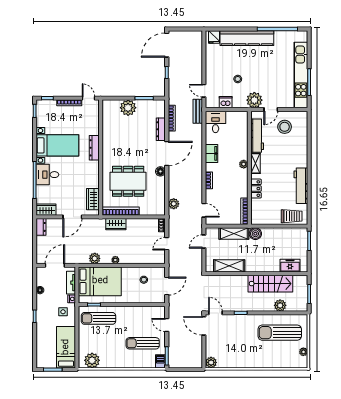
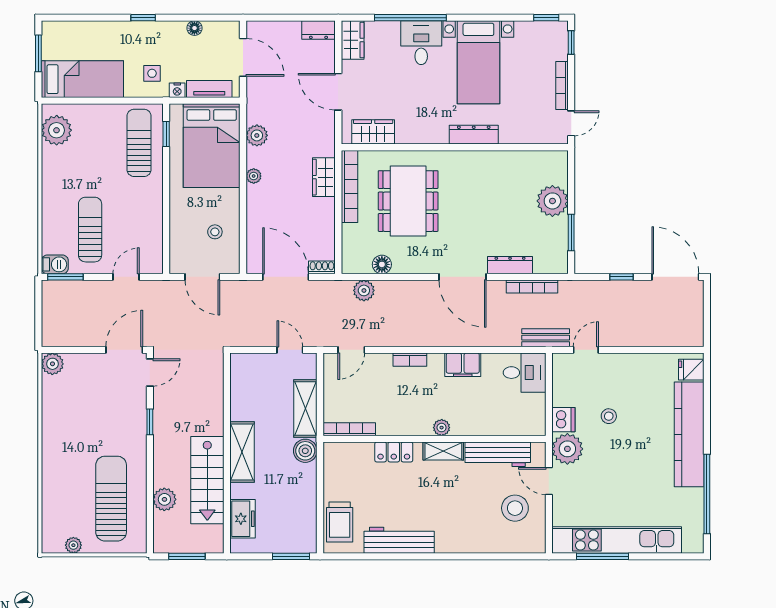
dishwasher: (226, 102) -> (563, 420), moved
floor lamp: (160, 171) -> (382, 264), moved
door: (167, 244) -> (286, 277), width x1.87
shelving: (229, 266) -> (242, 452), moved

